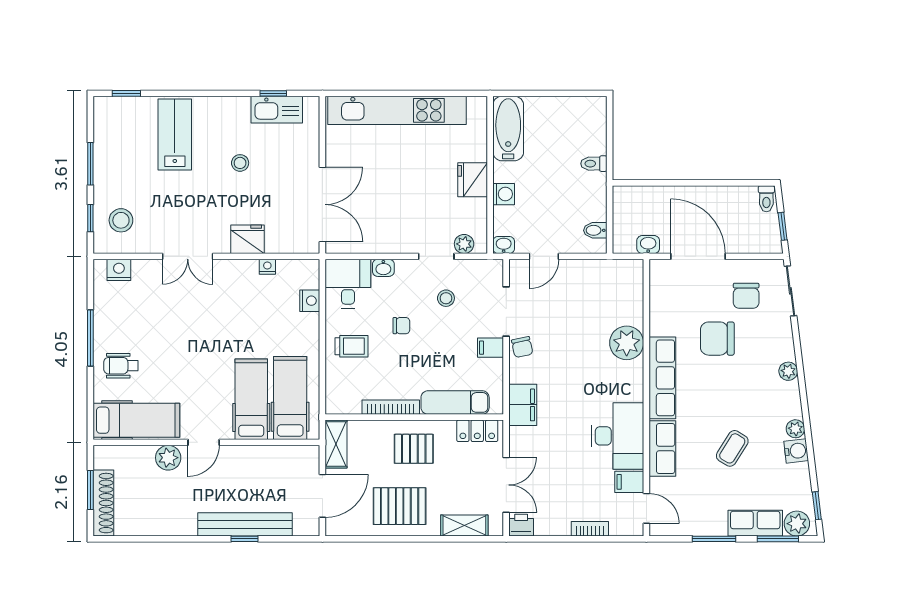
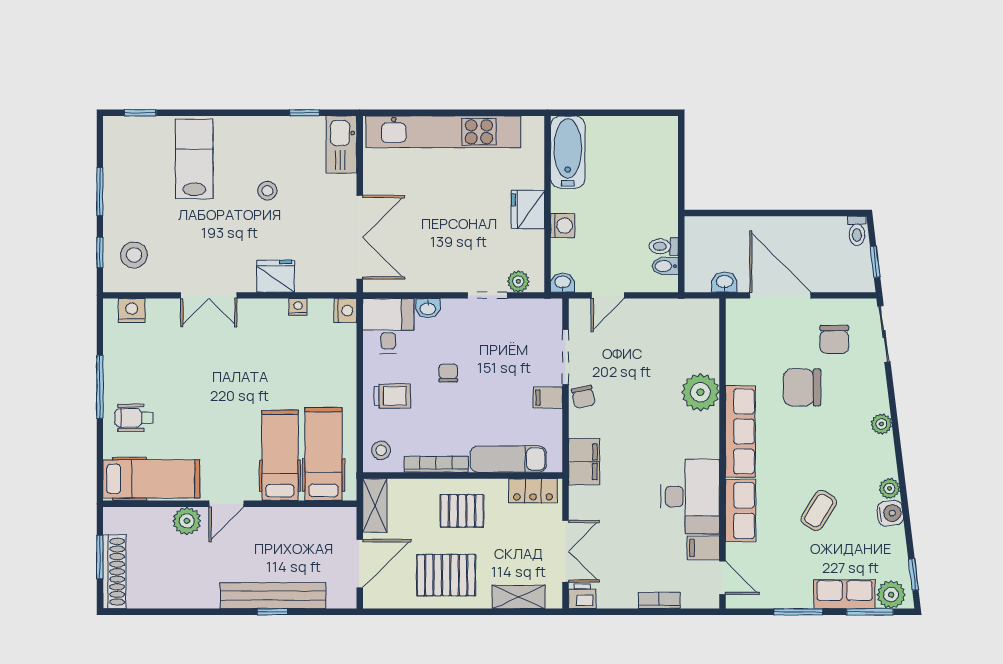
kitchen sink: (277, 110) -> (341, 144), moved, turned 90
toilet: (594, 164) -> (664, 246), moved
stool: (446, 298) -> (381, 450), moved
nightstand: (310, 301) -> (345, 311), moved
chair: (401, 326) -> (448, 373), turned -90

